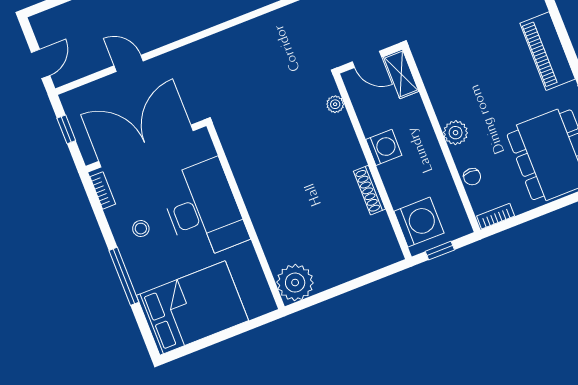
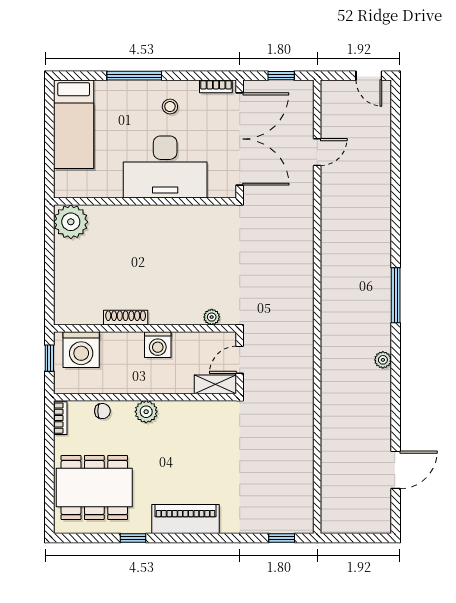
door: (41, 64) -> (369, 76), moved
chair: (472, 177) -> (102, 411), turned 180
bed: (192, 308) -> (74, 124), width x0.67

